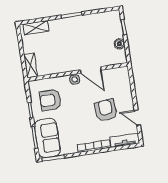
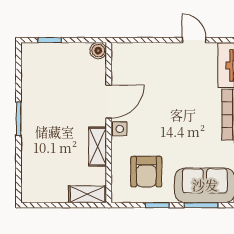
shelving: (36, 28) -> (98, 147), moved
boiler: (119, 44) -> (98, 51), moved
armchair: (106, 110) -> (175, 88), removed
door: (137, 118) -> (194, 40), swing flipped

